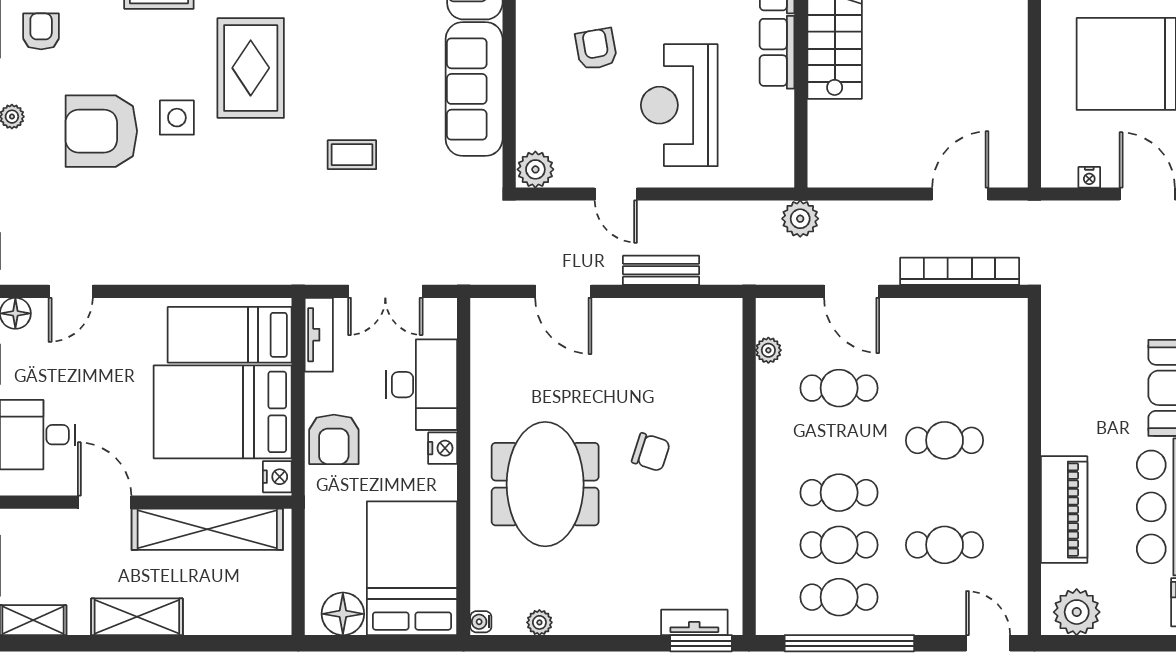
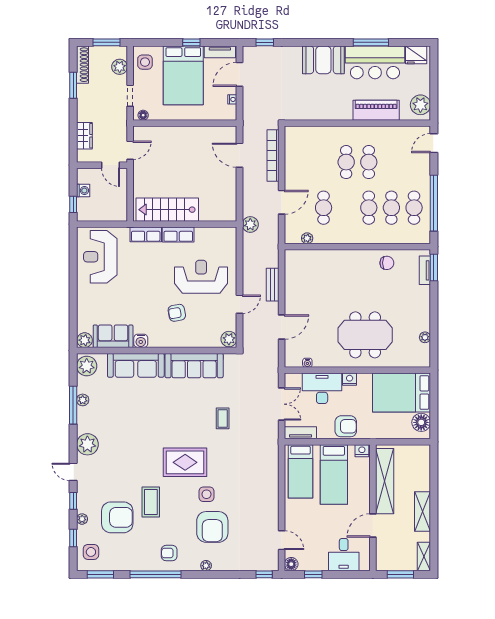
reception desk: (679, 105) -> (201, 277), turned 180
bed: (223, 412) -> (334, 474), width x0.67
chair: (651, 452) -> (387, 263), moved, turned 72
cafe table: (945, 545) -> (369, 162), moved
water cooler: (481, 622) -> (307, 363), moved

